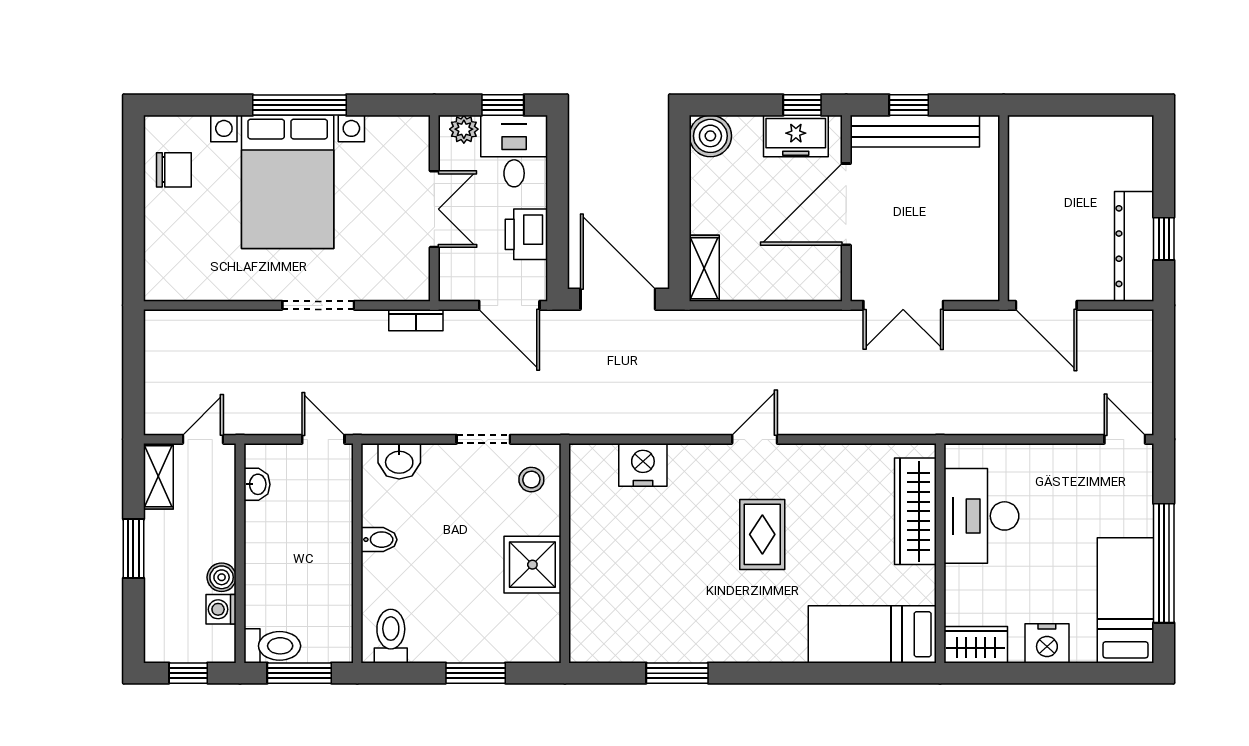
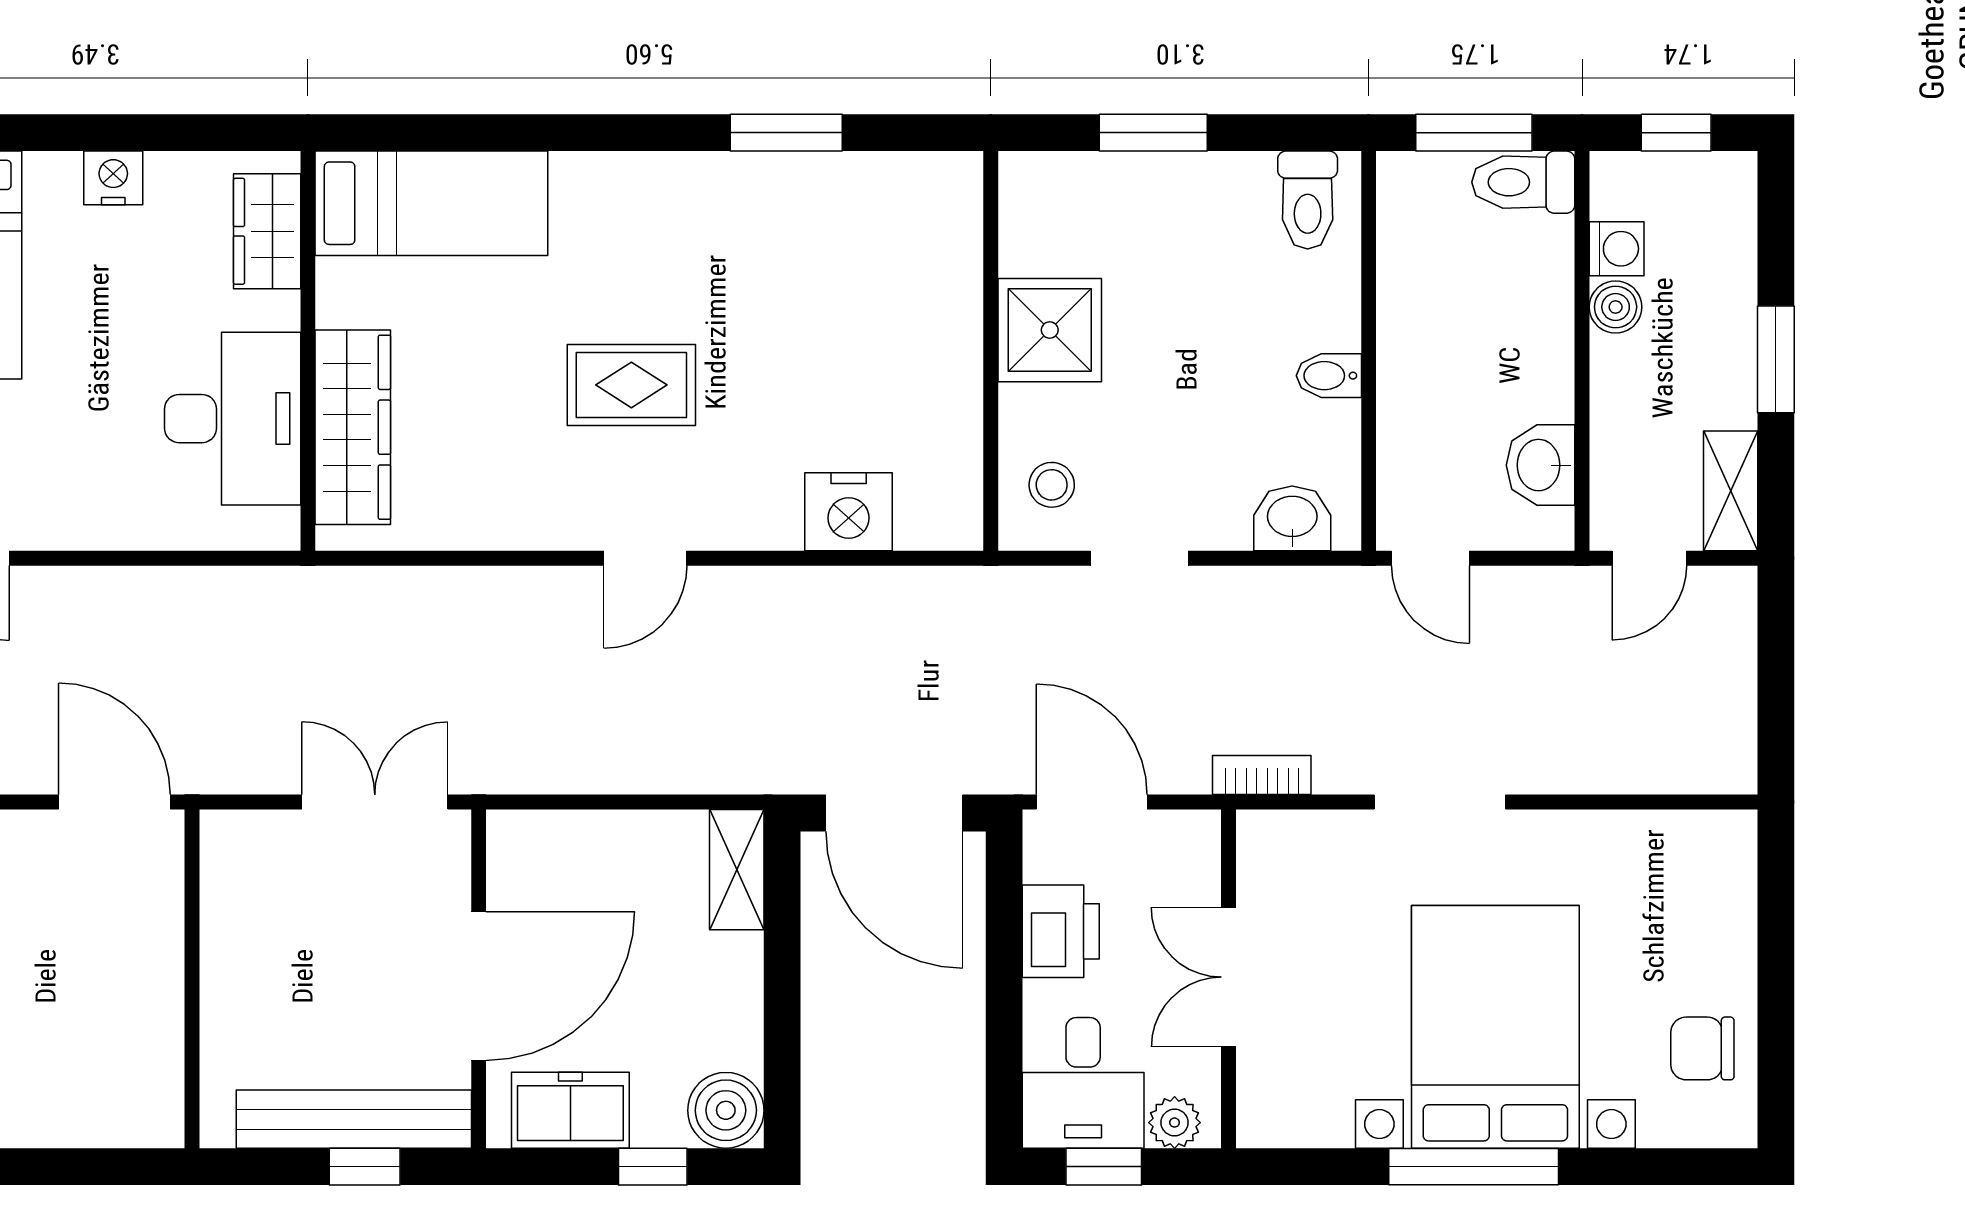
window: (802, 105) -> (653, 1167), moved
washbasin: (257, 484) -> (1541, 465), width x1.38, depth x1.45
rug: (762, 534) -> (631, 385), turned 90
nightstand: (1047, 643) -> (113, 178), width x0.74, depth x0.75
wardrobe: (976, 645) -> (267, 231), moved, turned 90

